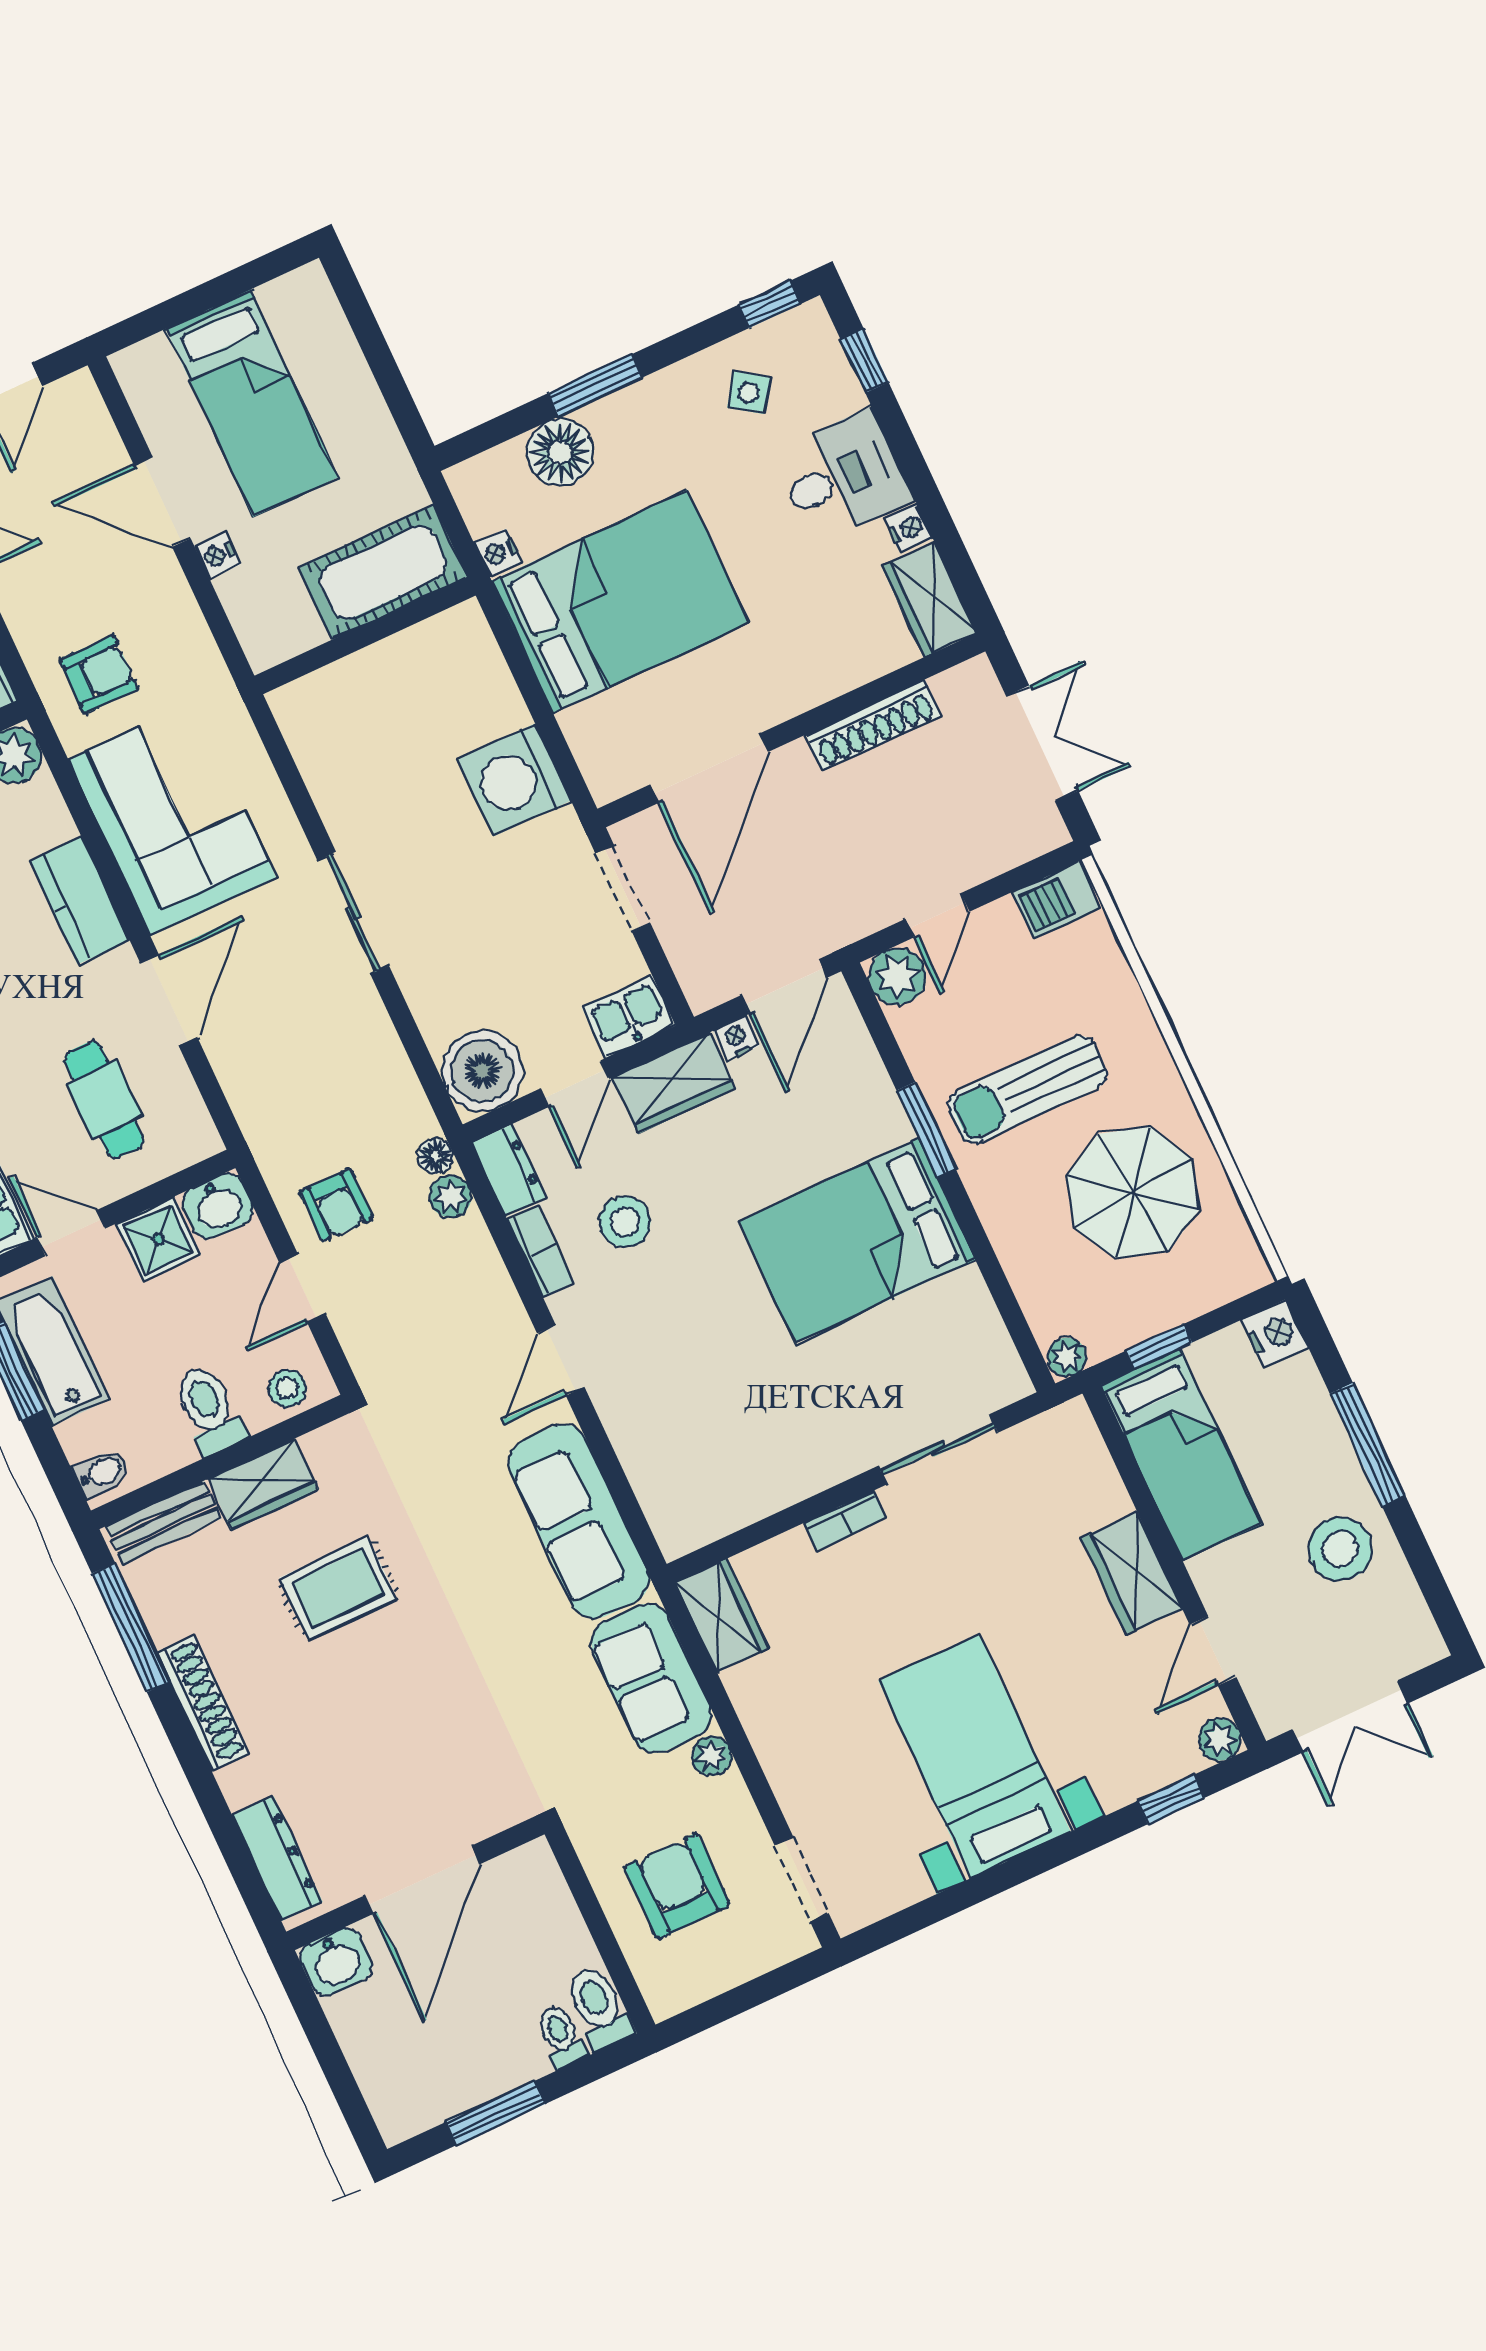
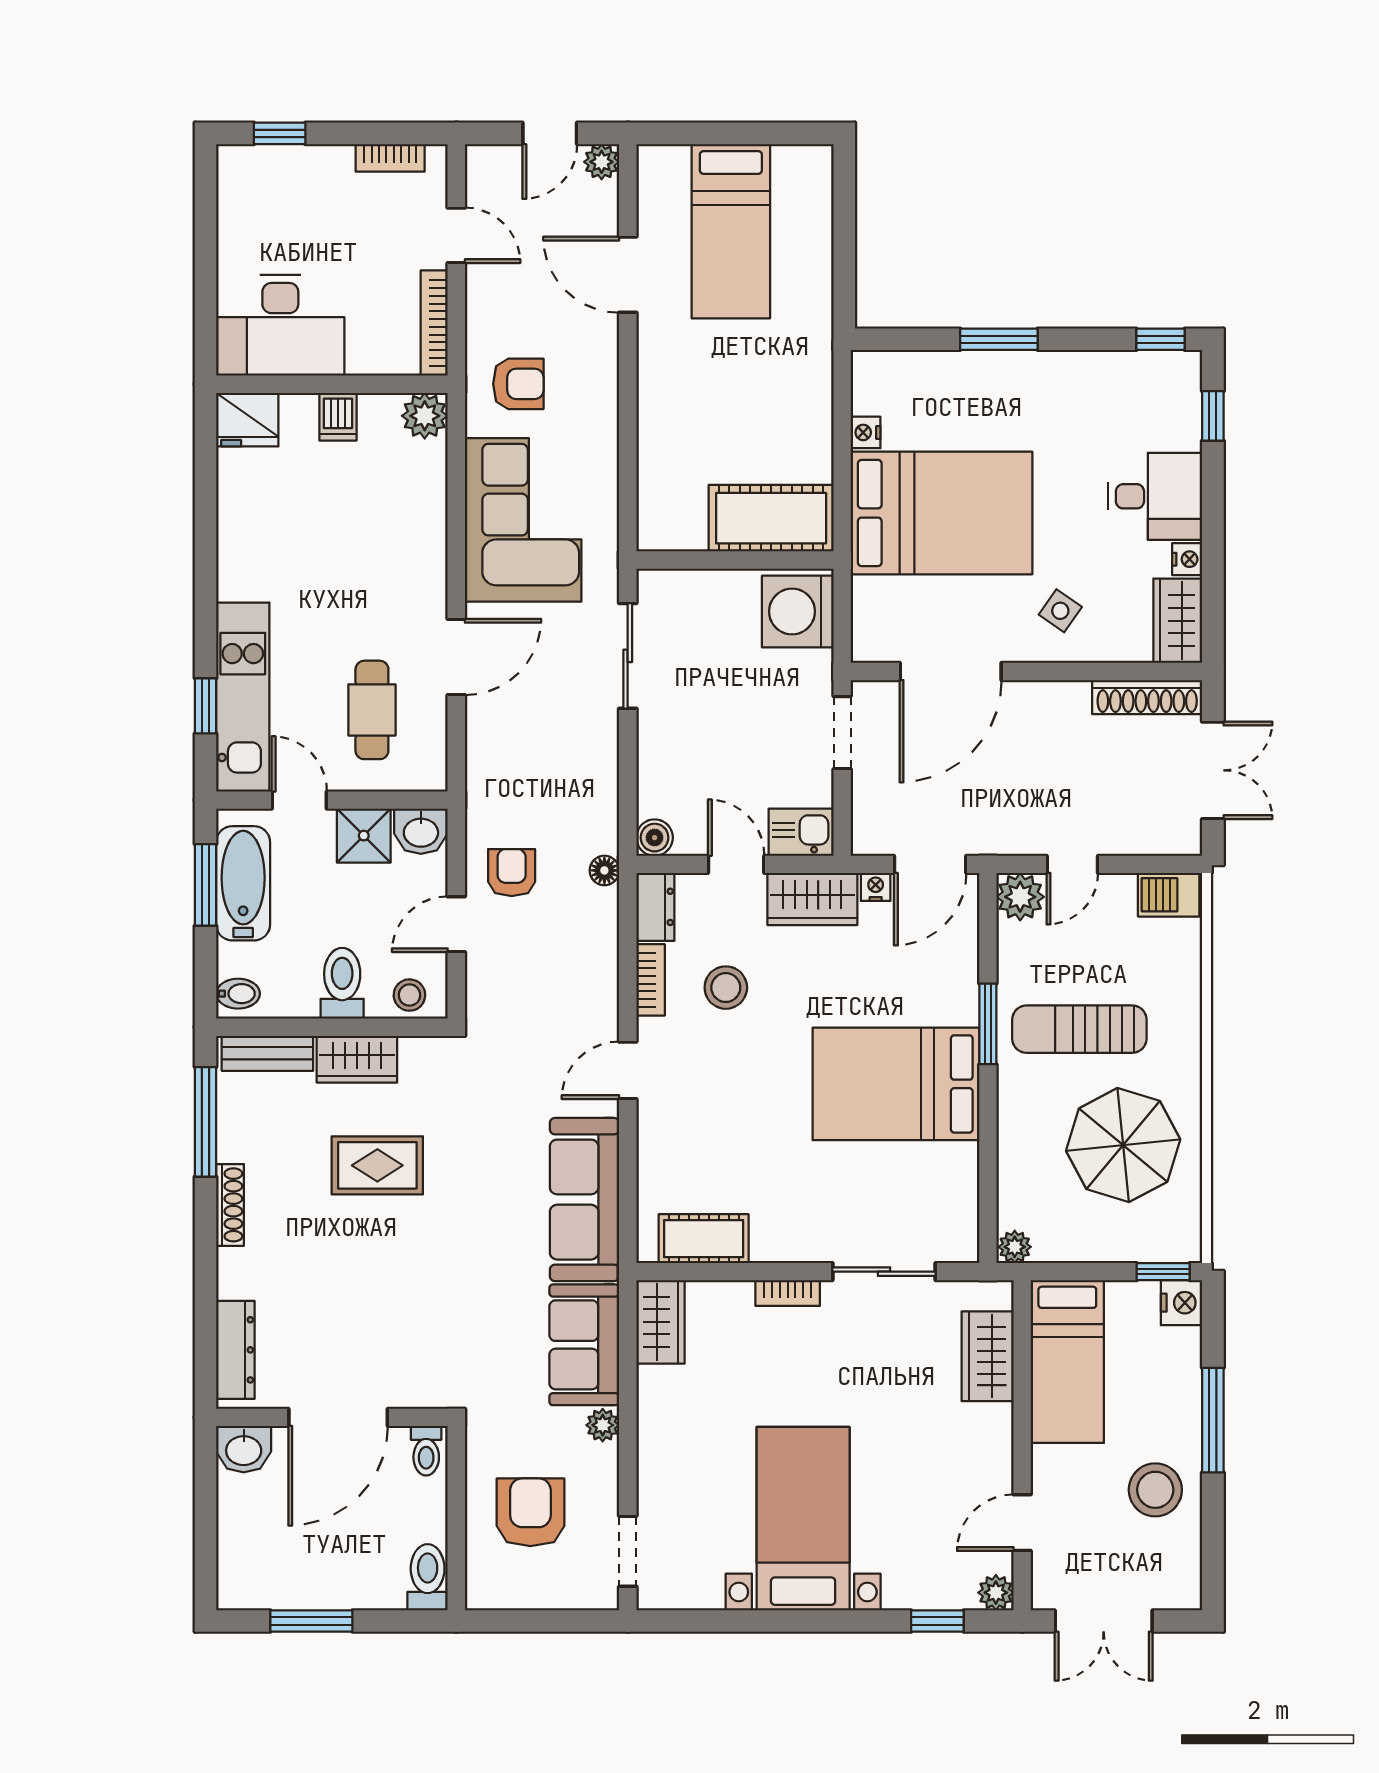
side table: (749, 393) -> (1060, 611), moved
floor lamp: (560, 452) -> (948, 378), removed
nightstand: (217, 555) -> (651, 335), removed
cot: (383, 572) -> (771, 518), moved
wall: (365, 636) -> (735, 560), moved
shoe rack: (874, 725) -> (1147, 697), moved
kitchen counter: (80, 900) -> (424, 549), removed
boiler: (482, 1071) -> (655, 838), width x0.54, depth x0.54
door: (575, 1084) -> (736, 864), swing flipped
plant: (450, 1196) -> (602, 162), moved
armchair: (336, 1205) -> (512, 873), turned 180
window: (1159, 1347) -> (1163, 1272), moved
cot: (727, 1504) -> (704, 1239), added
wardrobe: (1132, 1573) -> (988, 1356), moved
shoe rack: (203, 1703) -> (230, 1205), width x0.74, depth x0.81
toilet: (561, 2036) -> (426, 1451), moved, turned 180

